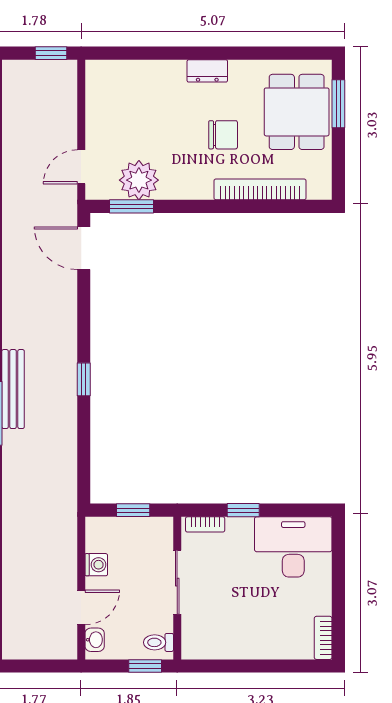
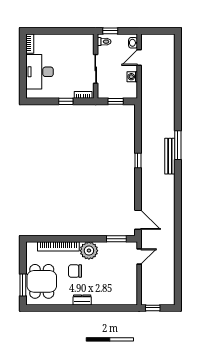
plant: (139, 180) -> (89, 251), moved
desk: (293, 547) -> (40, 72), moved, turned 90

